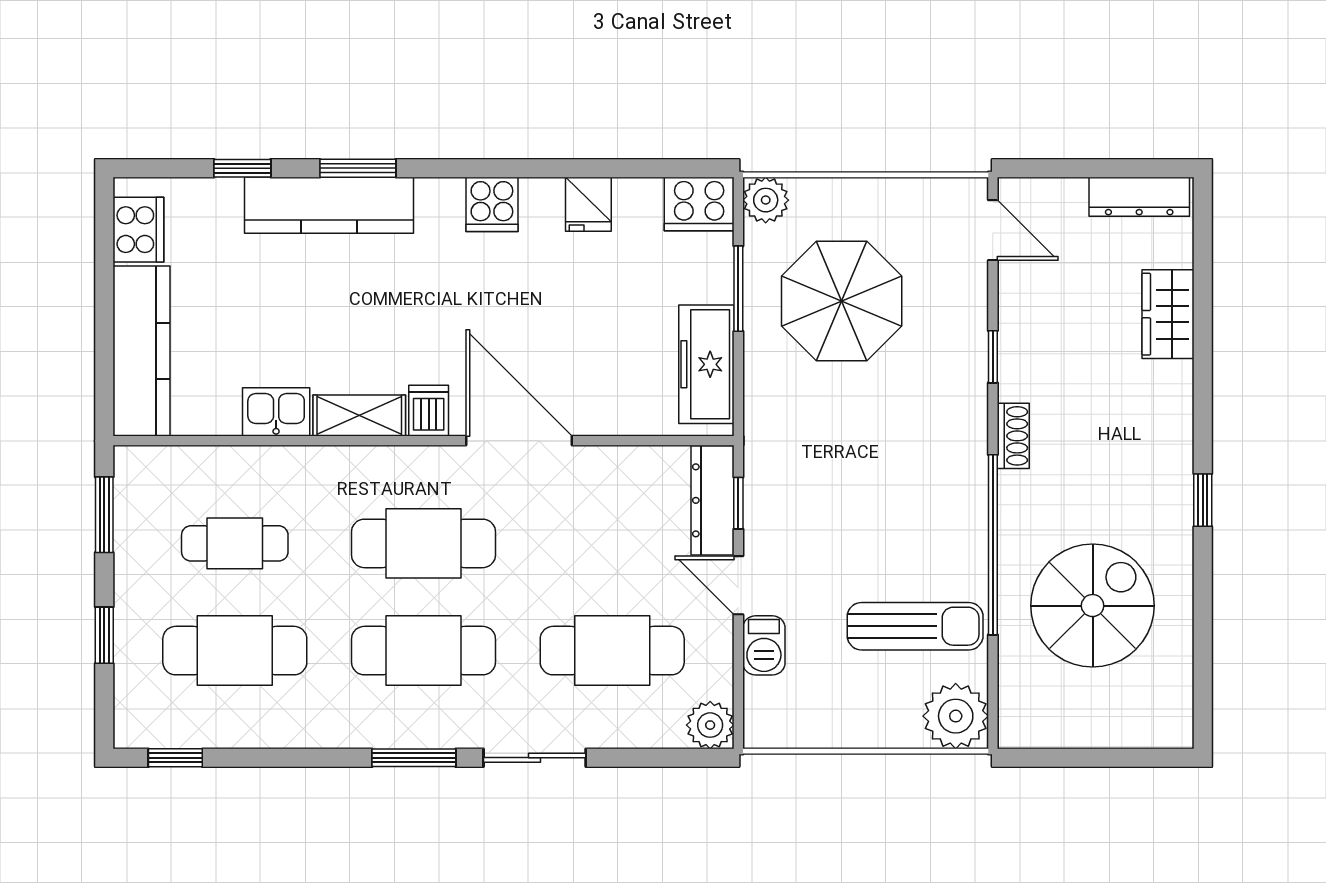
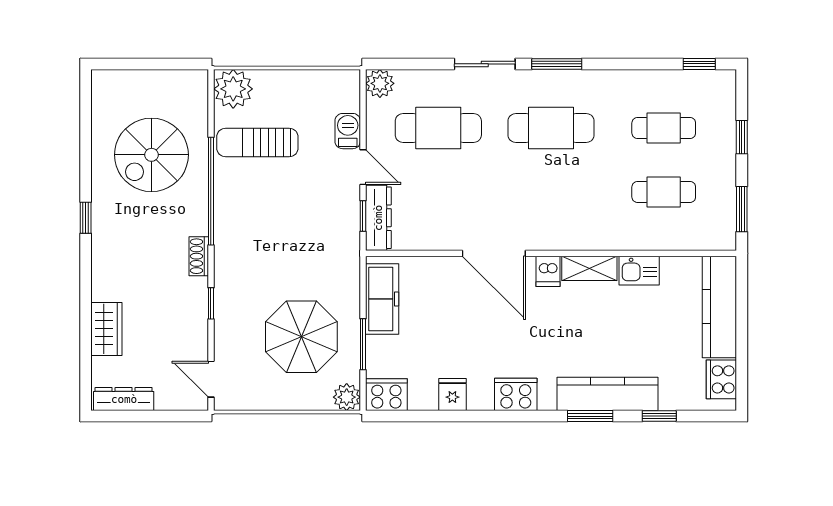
cooker: (492, 204) -> (516, 394), width x1.36
cafe table: (423, 543) -> (551, 192), removed
cafe table: (235, 651) -> (664, 128), width x0.73, depth x0.74

